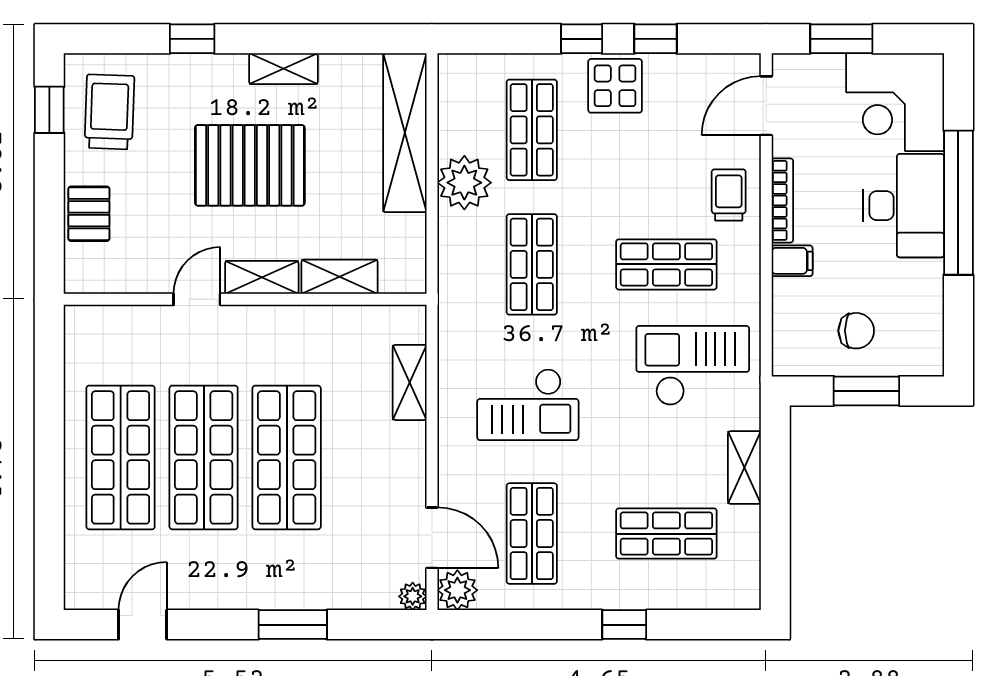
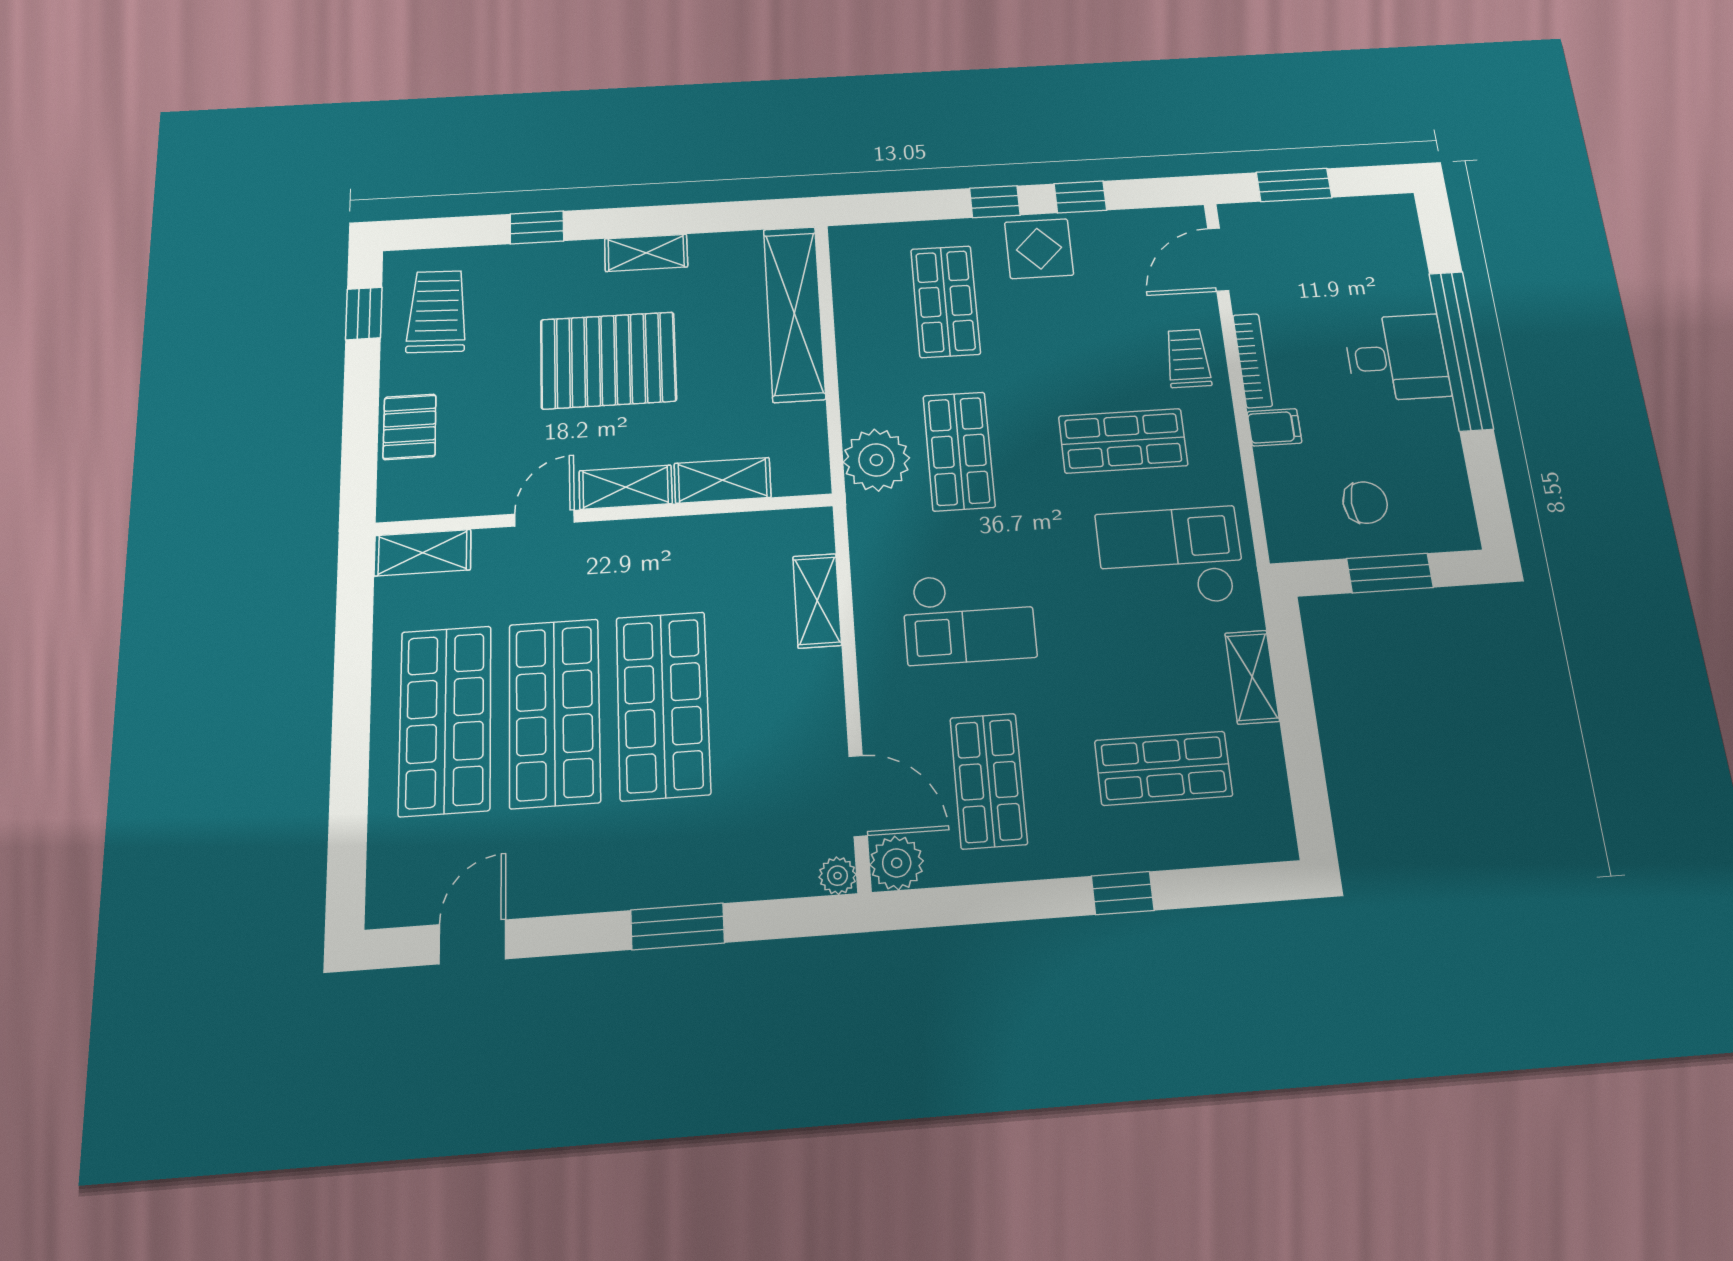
corner desk: (895, 102) -> (1367, 247), removed
plant: (464, 183) -> (876, 460), moved
desk: (903, 206) -> (1397, 358), width x0.73
shelving: (101, 322) -> (423, 553), added

